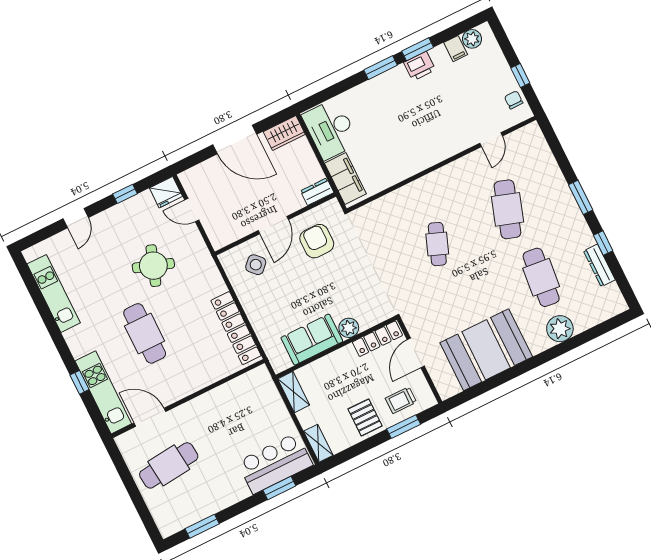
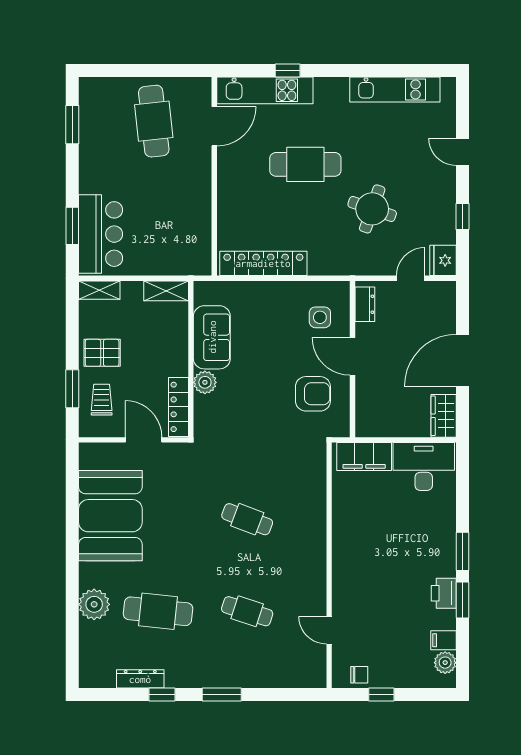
dresser: (317, 192) -> (365, 304), moved
cafe table: (507, 209) -> (247, 611), width x0.73, depth x0.74
side table: (256, 265) -> (320, 317), turned 45

